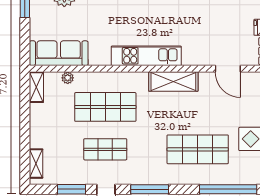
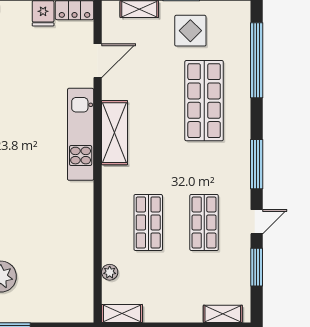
sofa: (59, 53) -> (77, 284), removed
kitchen unit: (146, 56) -> (81, 134), moved
shop shelf: (105, 107) -> (148, 222), width x0.70, depth x0.74

